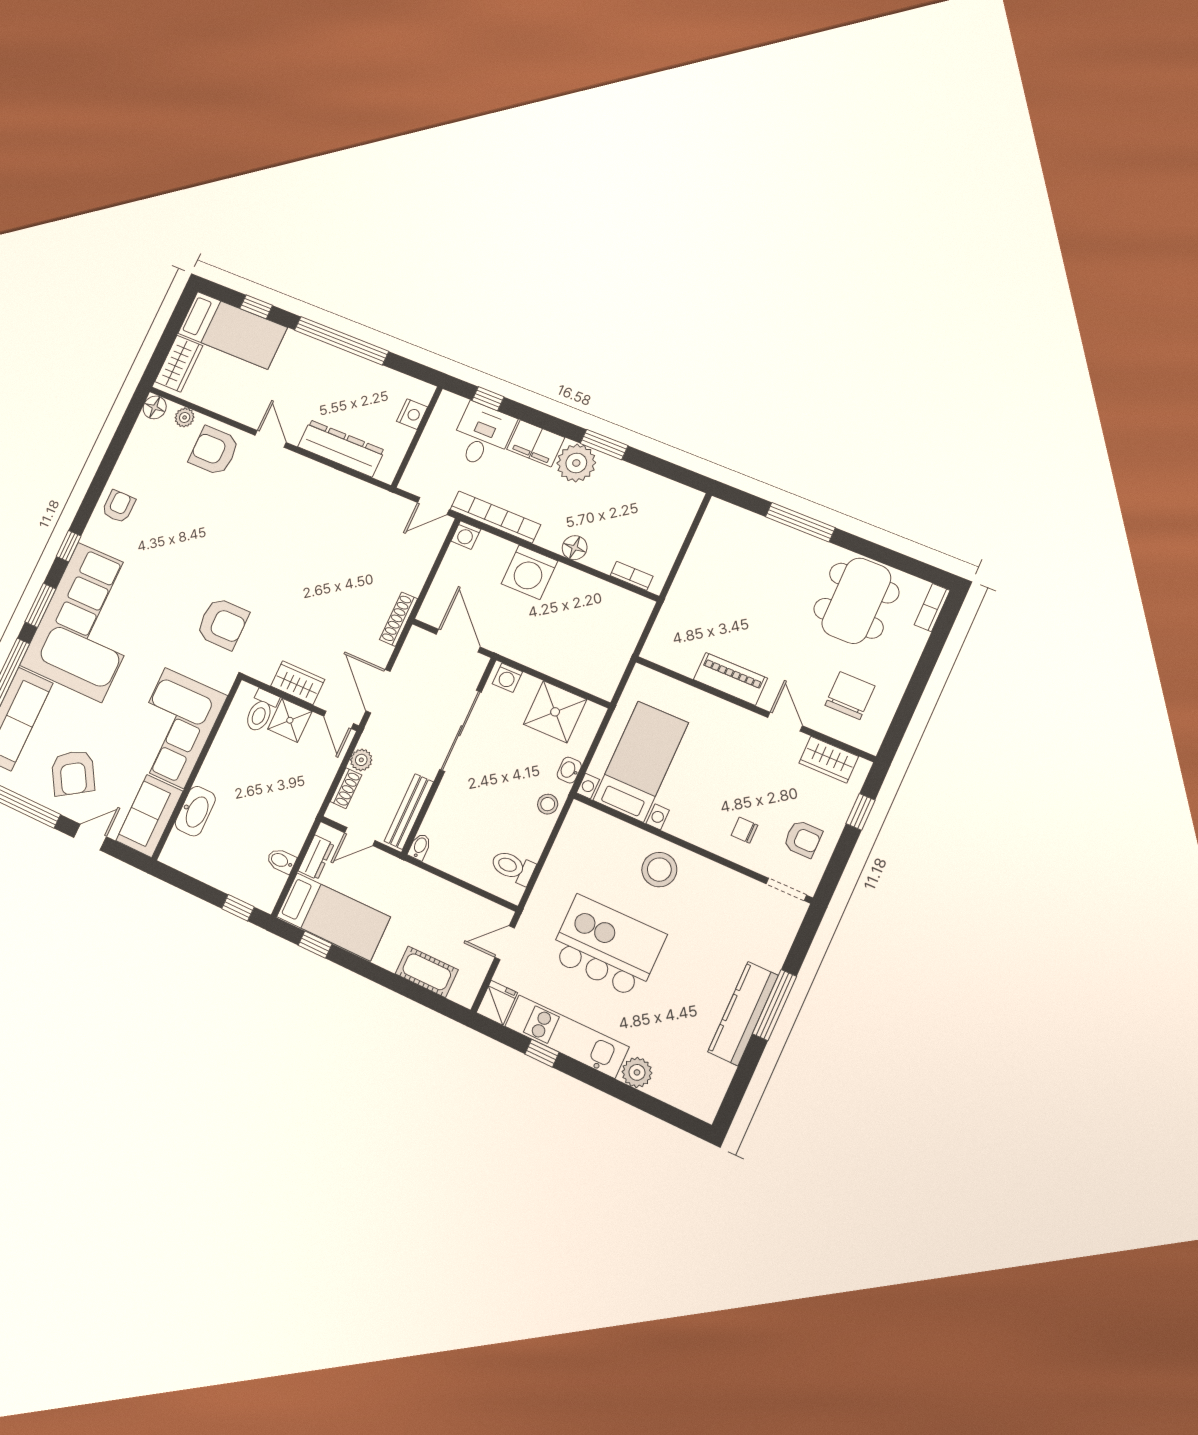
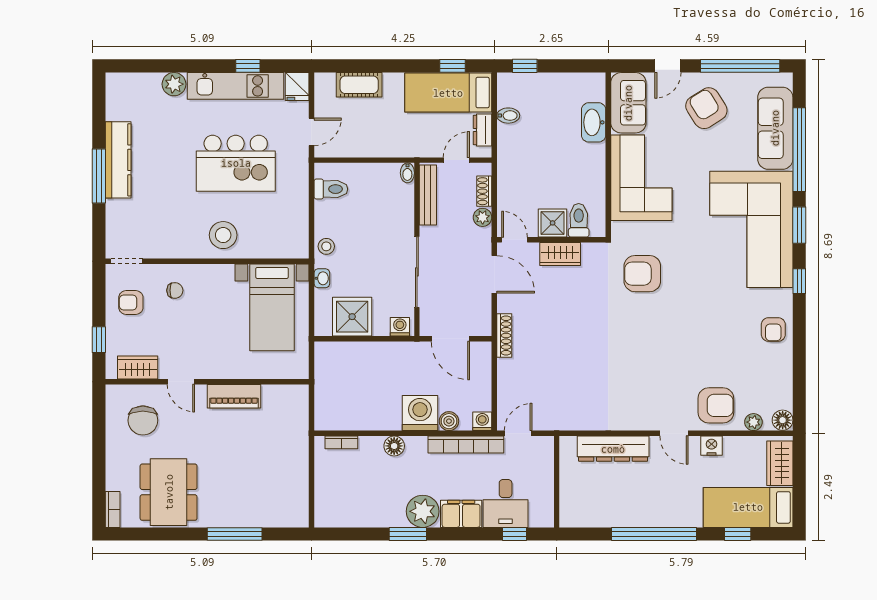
nightstand: (412, 414) -> (711, 446), moved, turned 90
boiler: (502, 550) -> (449, 421), added

